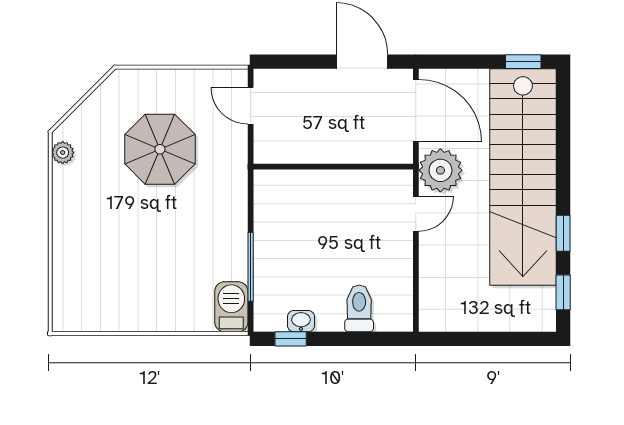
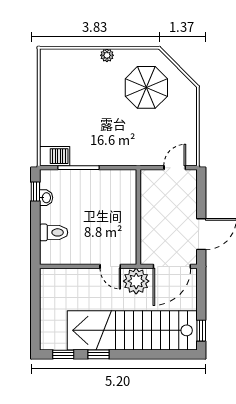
parasol: (160, 149) -> (146, 87), moved
plant: (63, 153) -> (107, 55), moved

